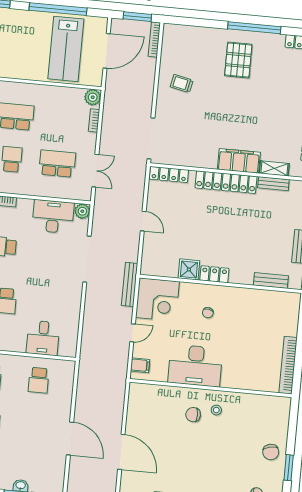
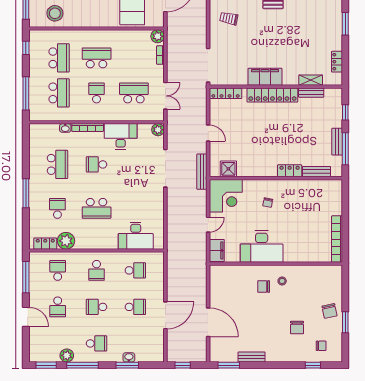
filing cabinet: (239, 161) -> (265, 77), moved
desk: (53, 217) -> (121, 136), moved
shower: (189, 269) -> (228, 169), moved
locker: (214, 274) -> (290, 171), moved
bench: (130, 284) -> (202, 172), moved
desk: (43, 338) -> (136, 236), width x1.37
filing cabinet: (140, 365) -> (217, 250), width x2.00
school desk: (39, 380) -> (135, 270), turned -90
school desk: (34, 425) -> (135, 307), added
door: (70, 438) -> (165, 315), hinge flipped
chair: (229, 469) -> (297, 328), added

